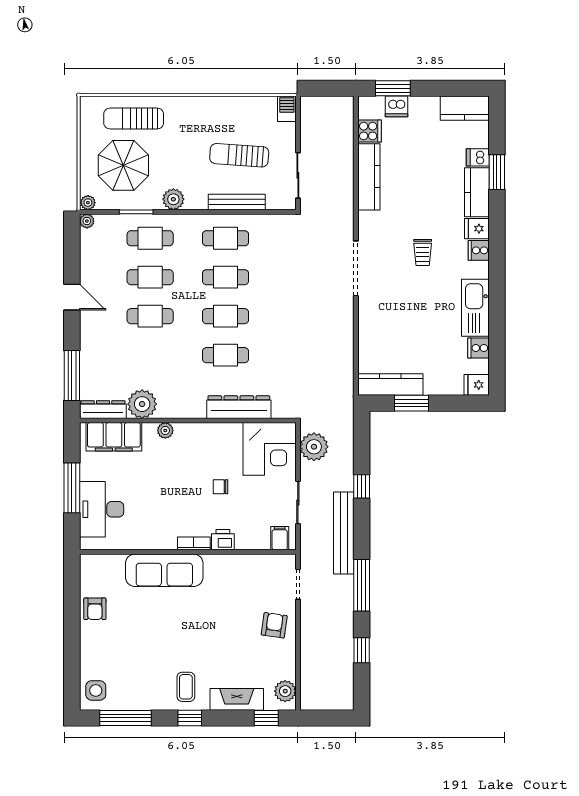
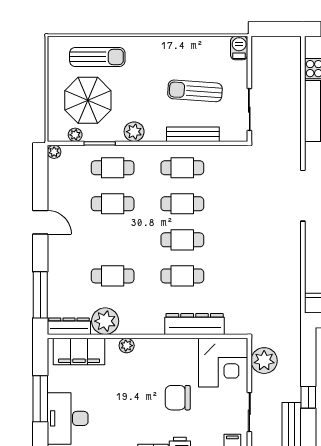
sun lounger: (134, 118) -> (97, 57), turned 180
plant: (88, 203) -> (75, 135), moved
cafe table: (150, 316) -> (113, 276), moved
chair: (220, 487) -> (178, 398), width x1.87, depth x1.87

